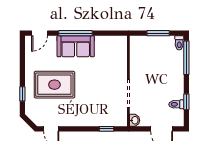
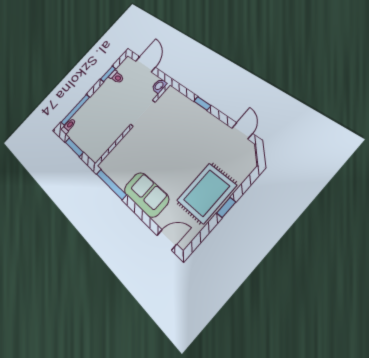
window: (76, 33) -> (111, 184), moved
rug: (54, 85) -> (206, 193), moved, turned 90
window: (22, 94) -> (226, 208), moved
window: (106, 129) -> (202, 103), moved

